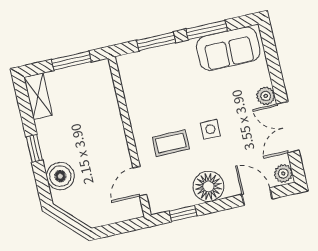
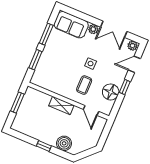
sofa: (228, 49) -> (71, 25), moved, turned 90
shelving: (38, 96) -> (61, 105), moved
floor lamp: (208, 186) -> (111, 92), moved
window: (183, 213) -> (125, 87), moved

